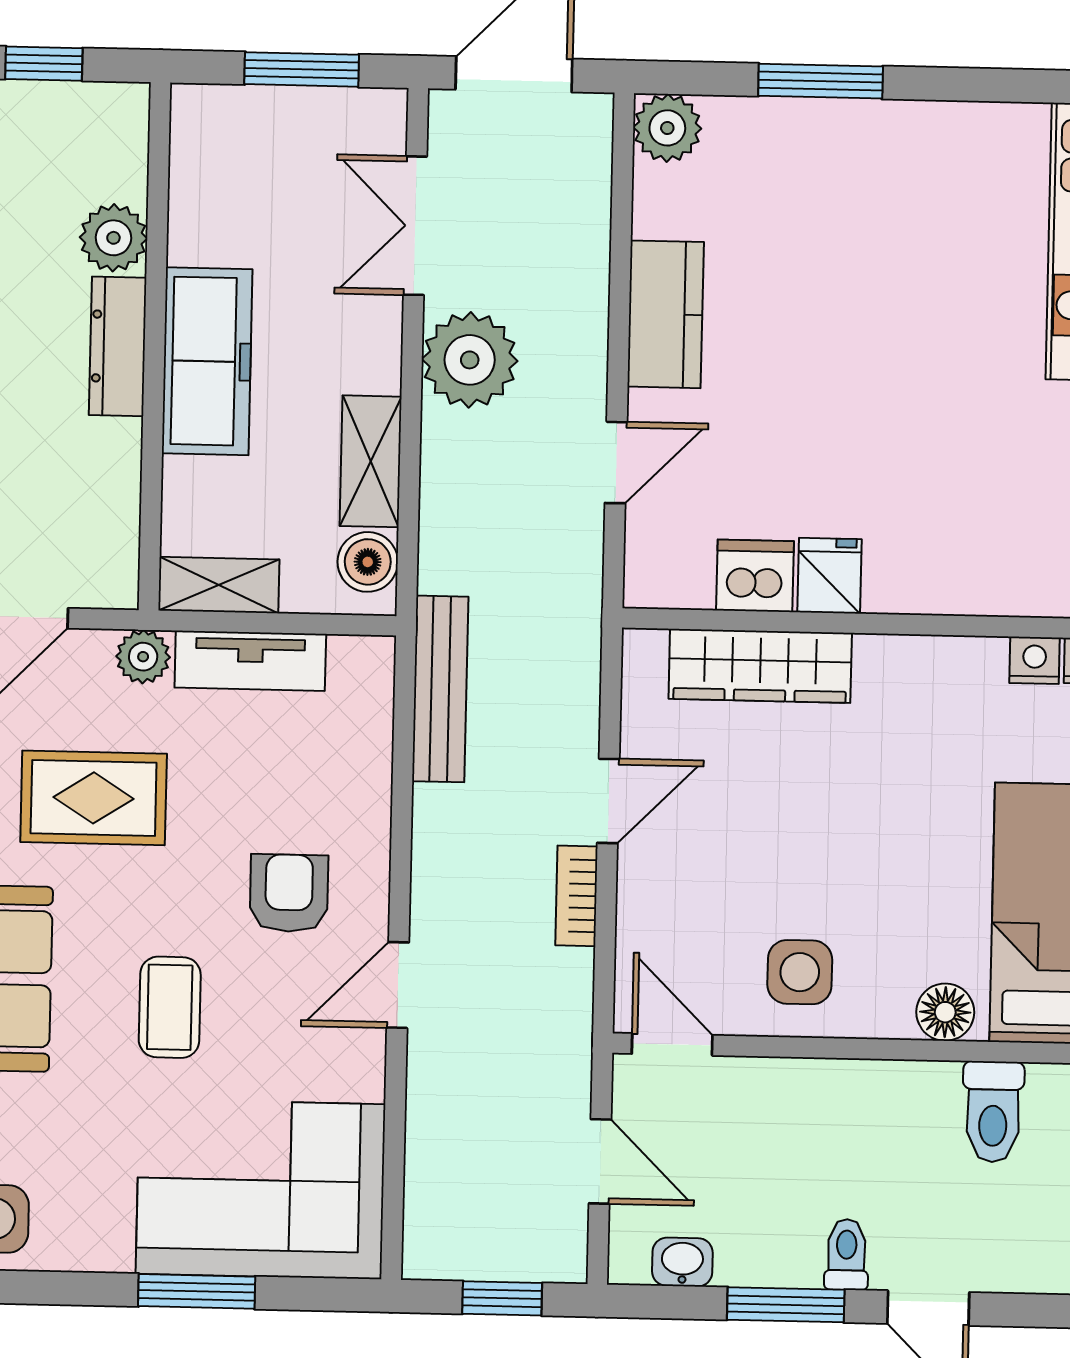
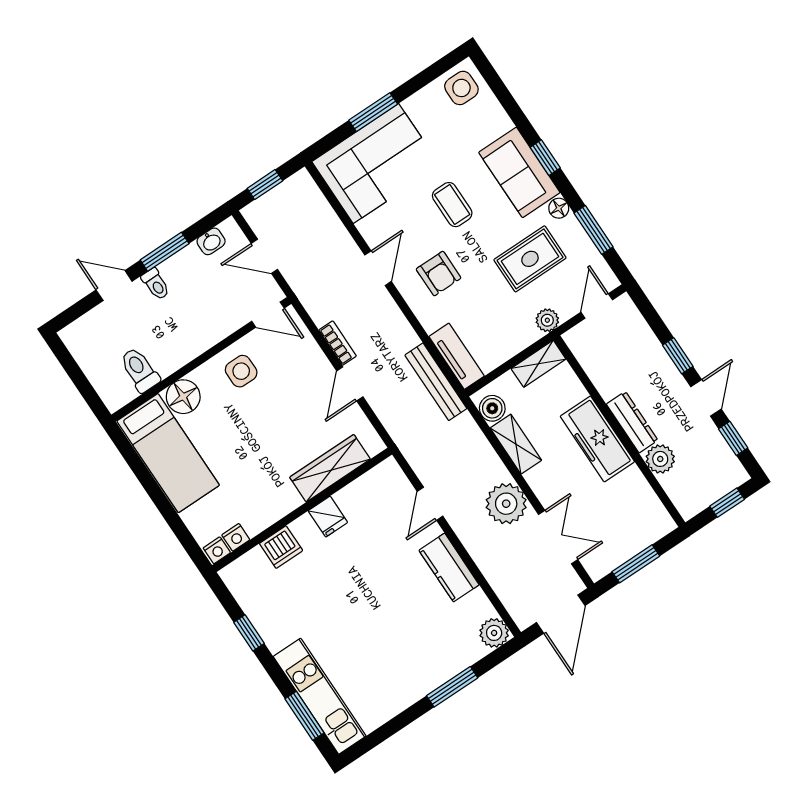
dishwasher: (755, 576) -> (281, 547), moved
tv unit: (250, 661) -> (457, 356), moved, turned 90
floor lamp: (945, 1012) -> (183, 397), width x1.38, depth x1.38

